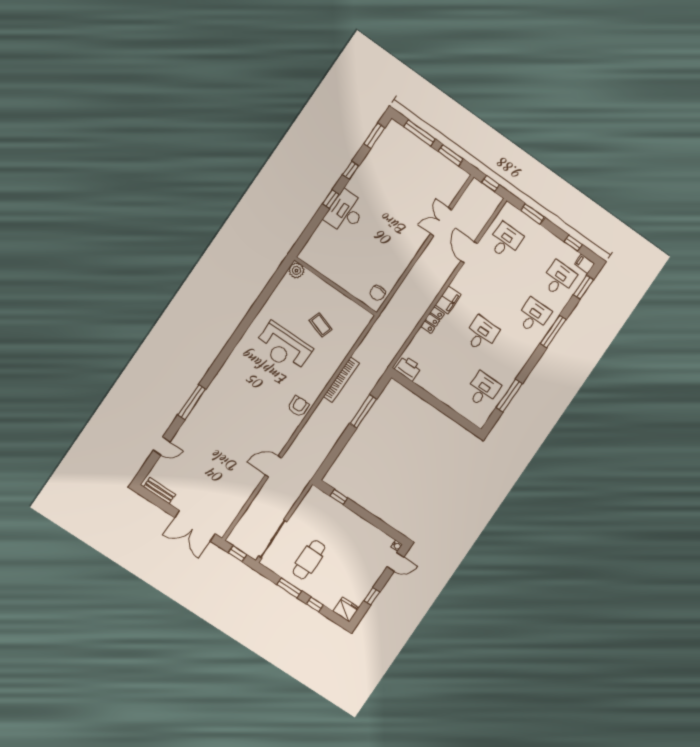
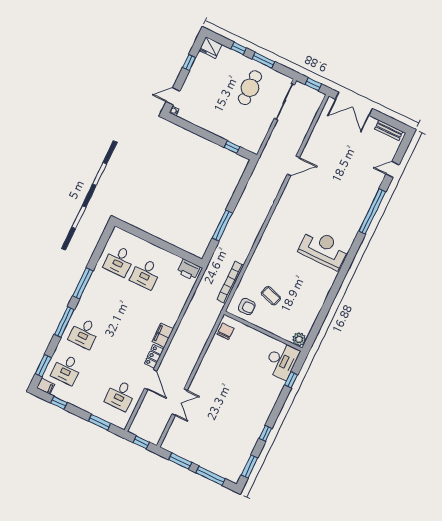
window: (331, 199) -> (291, 380), moved
desk: (345, 212) -> (282, 360), moved
locker: (432, 320) -> (154, 356), moved
desk: (481, 334) -> (146, 274), moved
reception desk: (283, 347) -> (323, 249), moved
bookcase: (341, 380) -> (230, 282), moved
window: (509, 396) -> (83, 283), moved
window: (192, 402) -> (372, 211), width x1.46
armchair: (298, 406) -> (247, 307), moved, turned -90
double door: (195, 526) -> (354, 104), swing flipped

